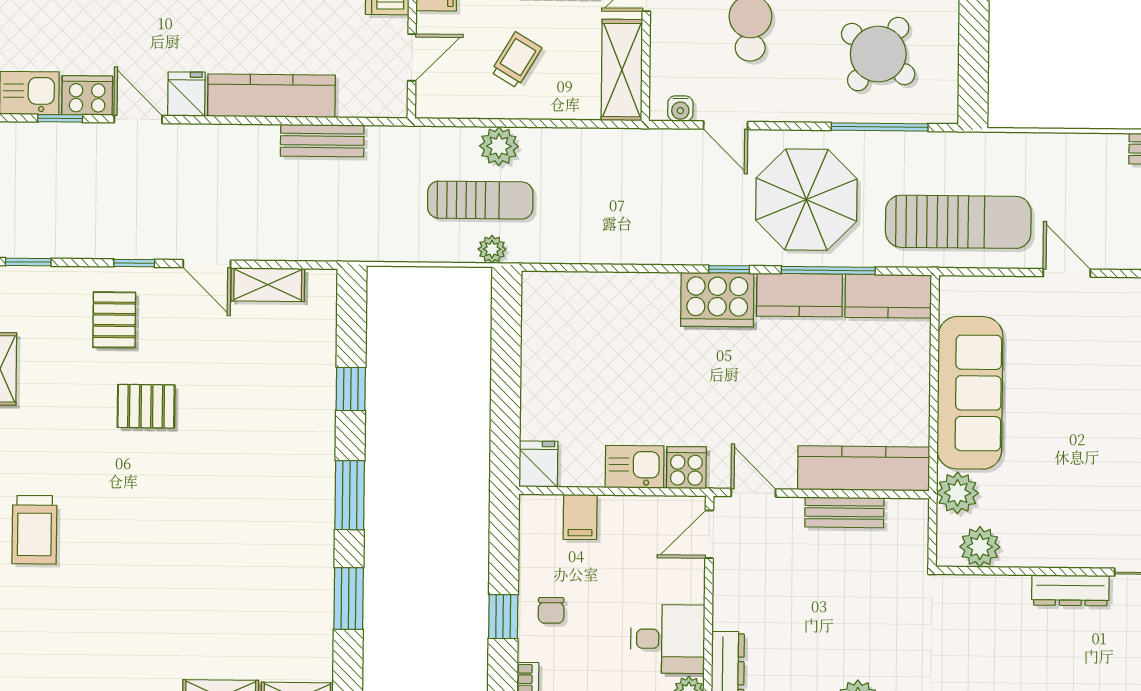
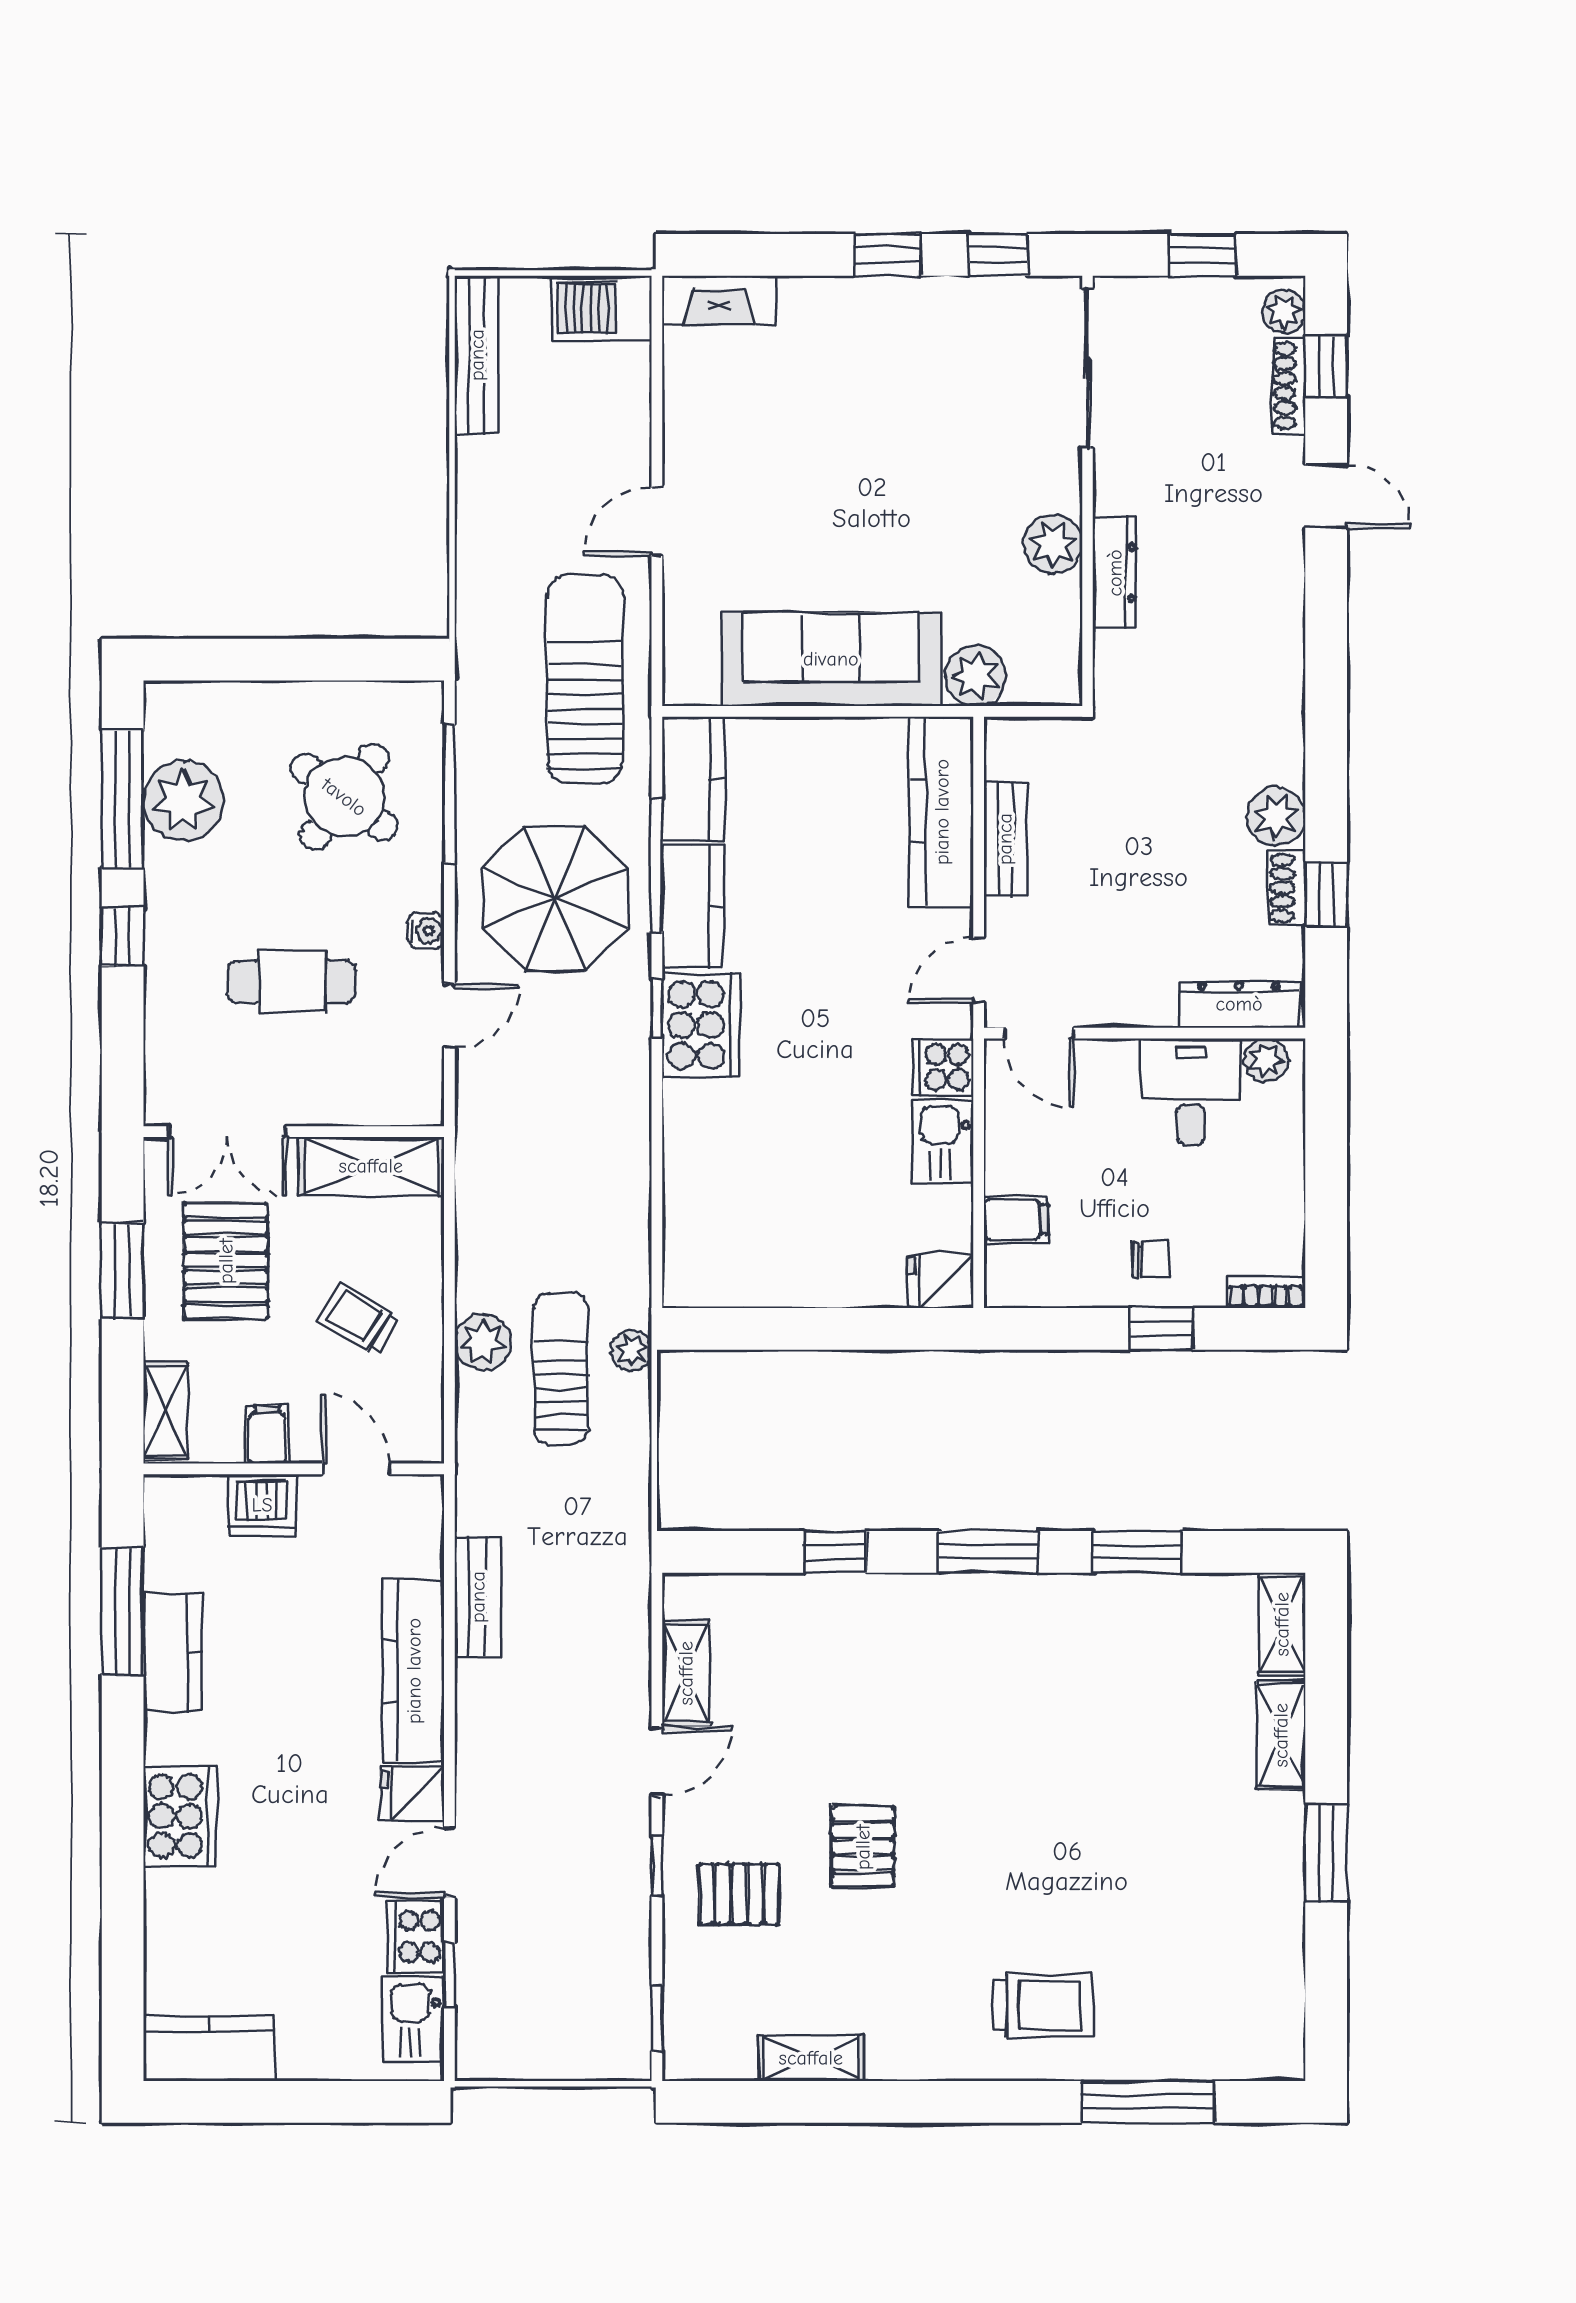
water cooler: (680, 109) -> (426, 931), moved
plant: (980, 547) -> (1053, 544), moved
dresser: (1070, 590) -> (1115, 573), moved

